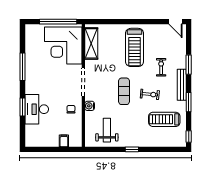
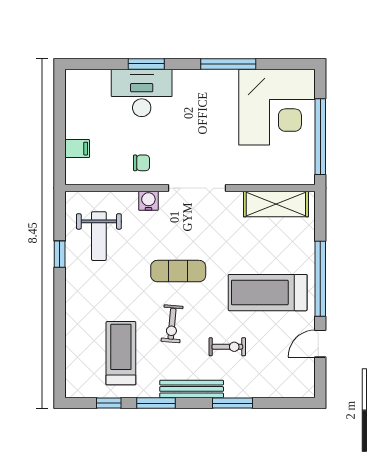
window: (128, 22) -> (320, 279), added
door: (175, 22) -> (320, 344), moved
corner desk: (63, 45) -> (277, 107), moved, turned 180
weight bench: (107, 130) -> (99, 236), turned 90
window: (189, 137) -> (109, 403), moved
window: (132, 149) -> (60, 254), moved

